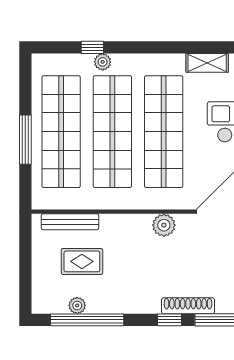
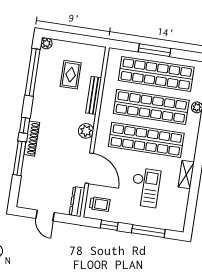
bench: (70, 222) -> (94, 95), moved
plant: (77, 305) -> (46, 43), moved

